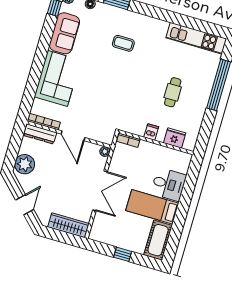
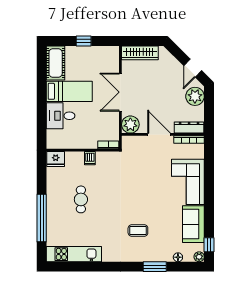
fridge: (175, 138) -> (56, 159), moved
plant: (105, 152) -> (130, 125), width x1.88, depth x1.88
door: (25, 205) -> (193, 68), moved

